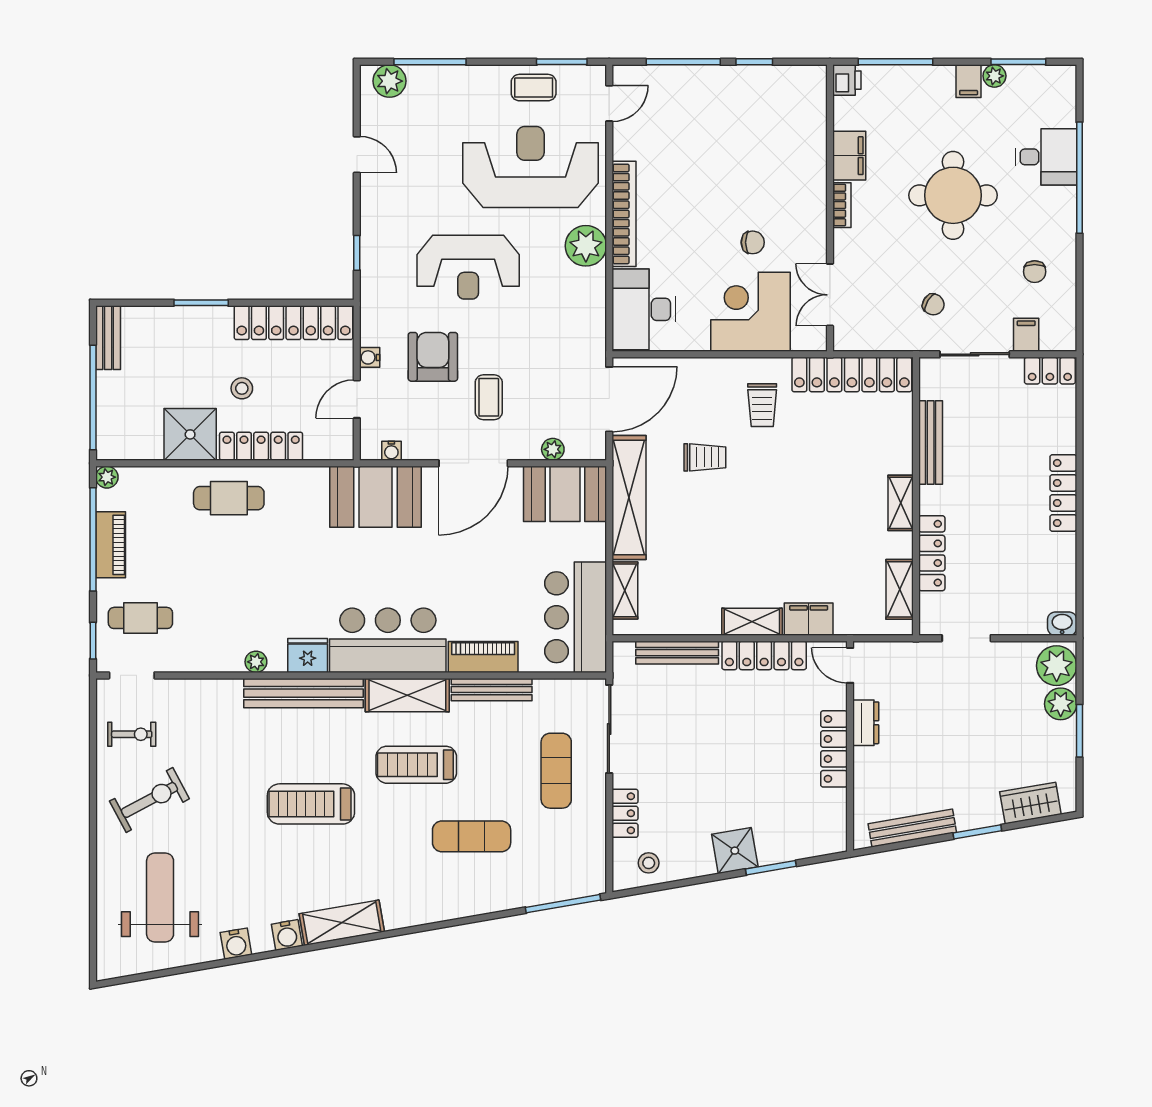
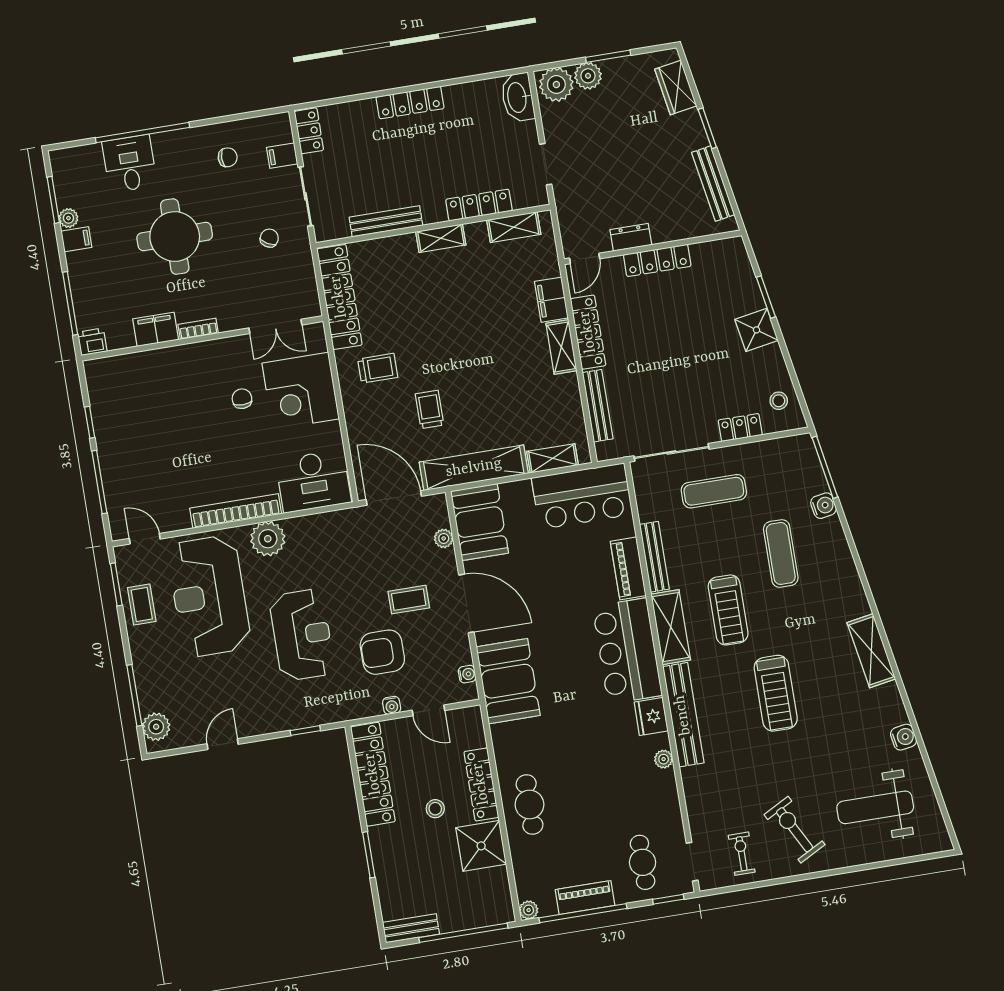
washbasin: (1062, 624) -> (518, 97), width x1.91, depth x1.45
water cooler: (287, 935) -> (823, 506), moved

